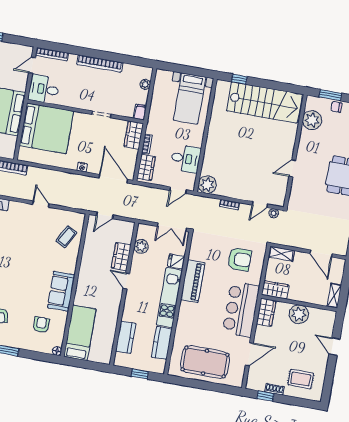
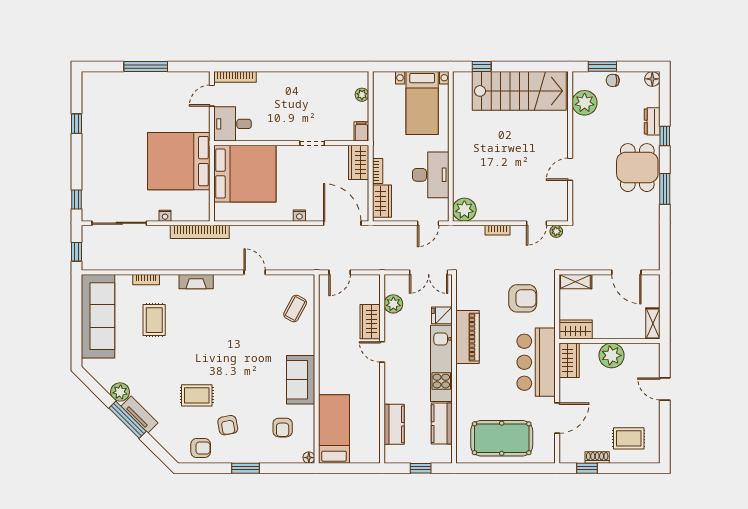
bookcase: (100, 63) -> (299, 78), removed
desk: (186, 159) -> (431, 175), width x1.37
armchair: (41, 325) -> (283, 428), turned 180

